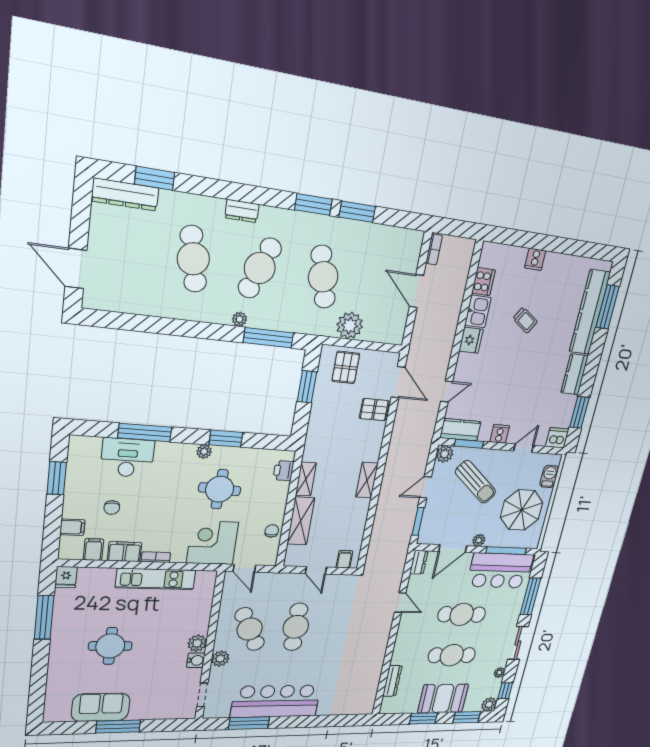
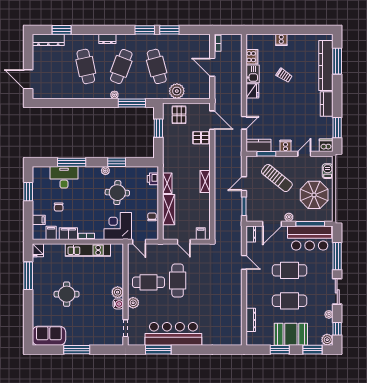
plant: (445, 454) -> (252, 161), removed
cafe table: (250, 629) -> (148, 282), turned -62
sofa: (101, 707) -> (49, 336), moved

